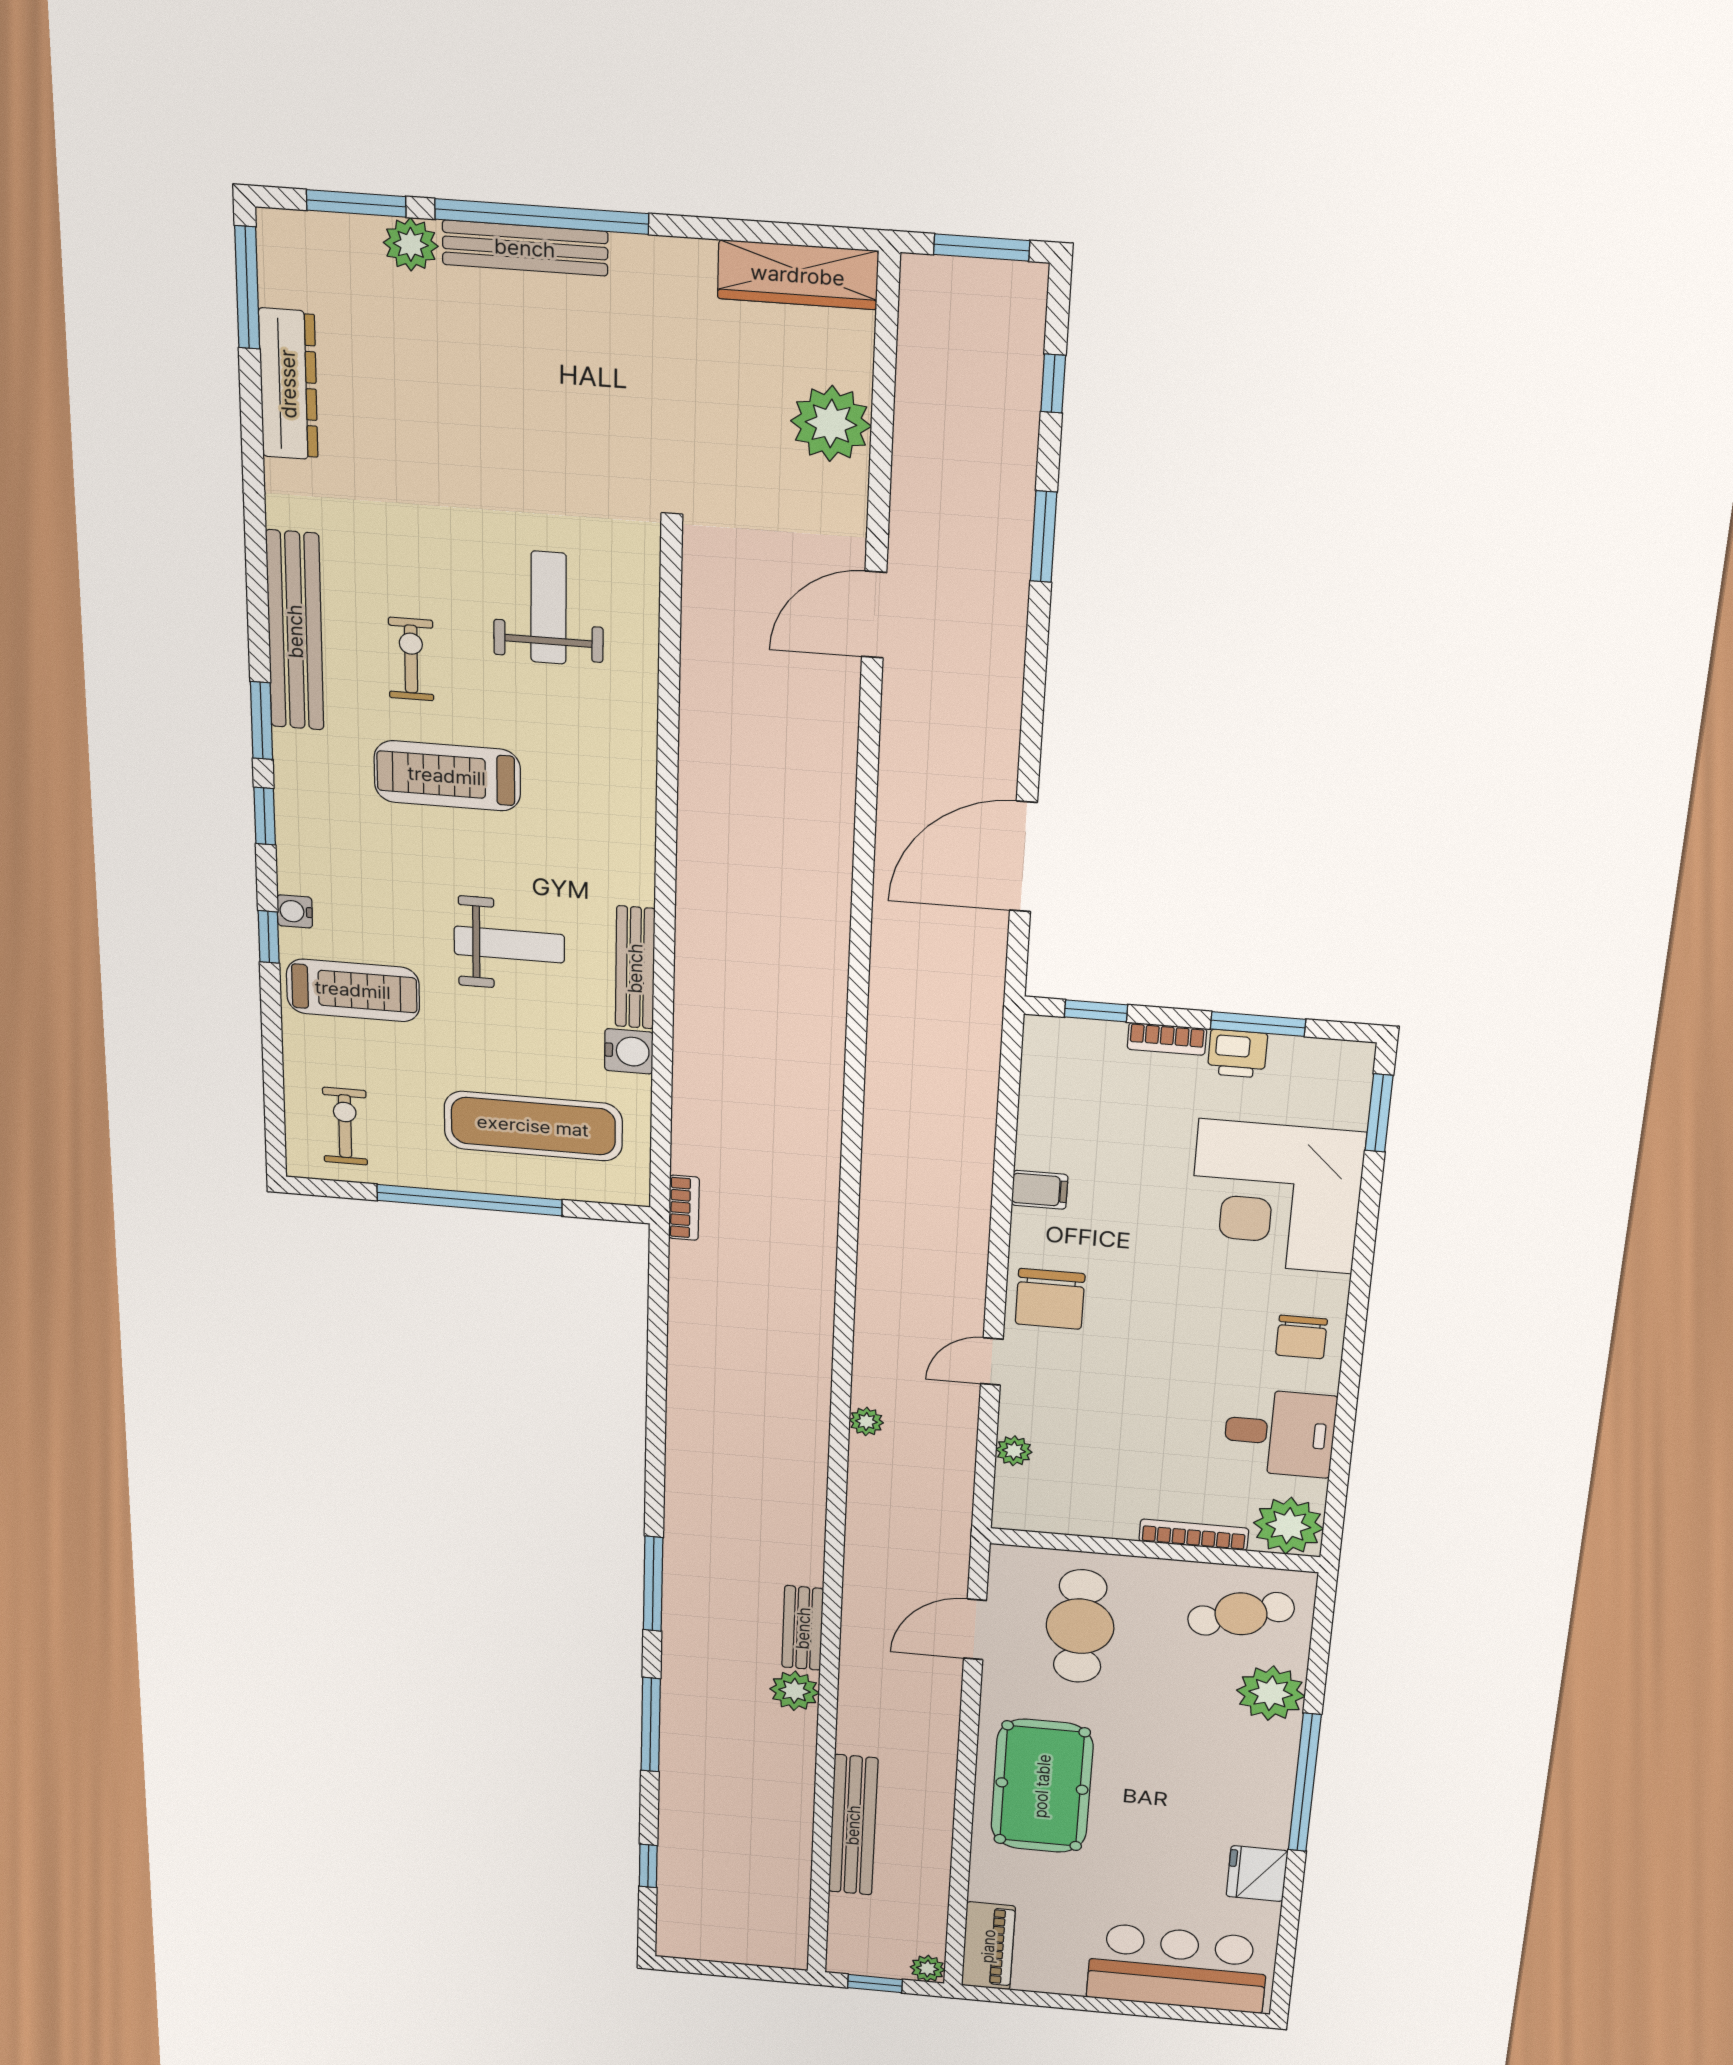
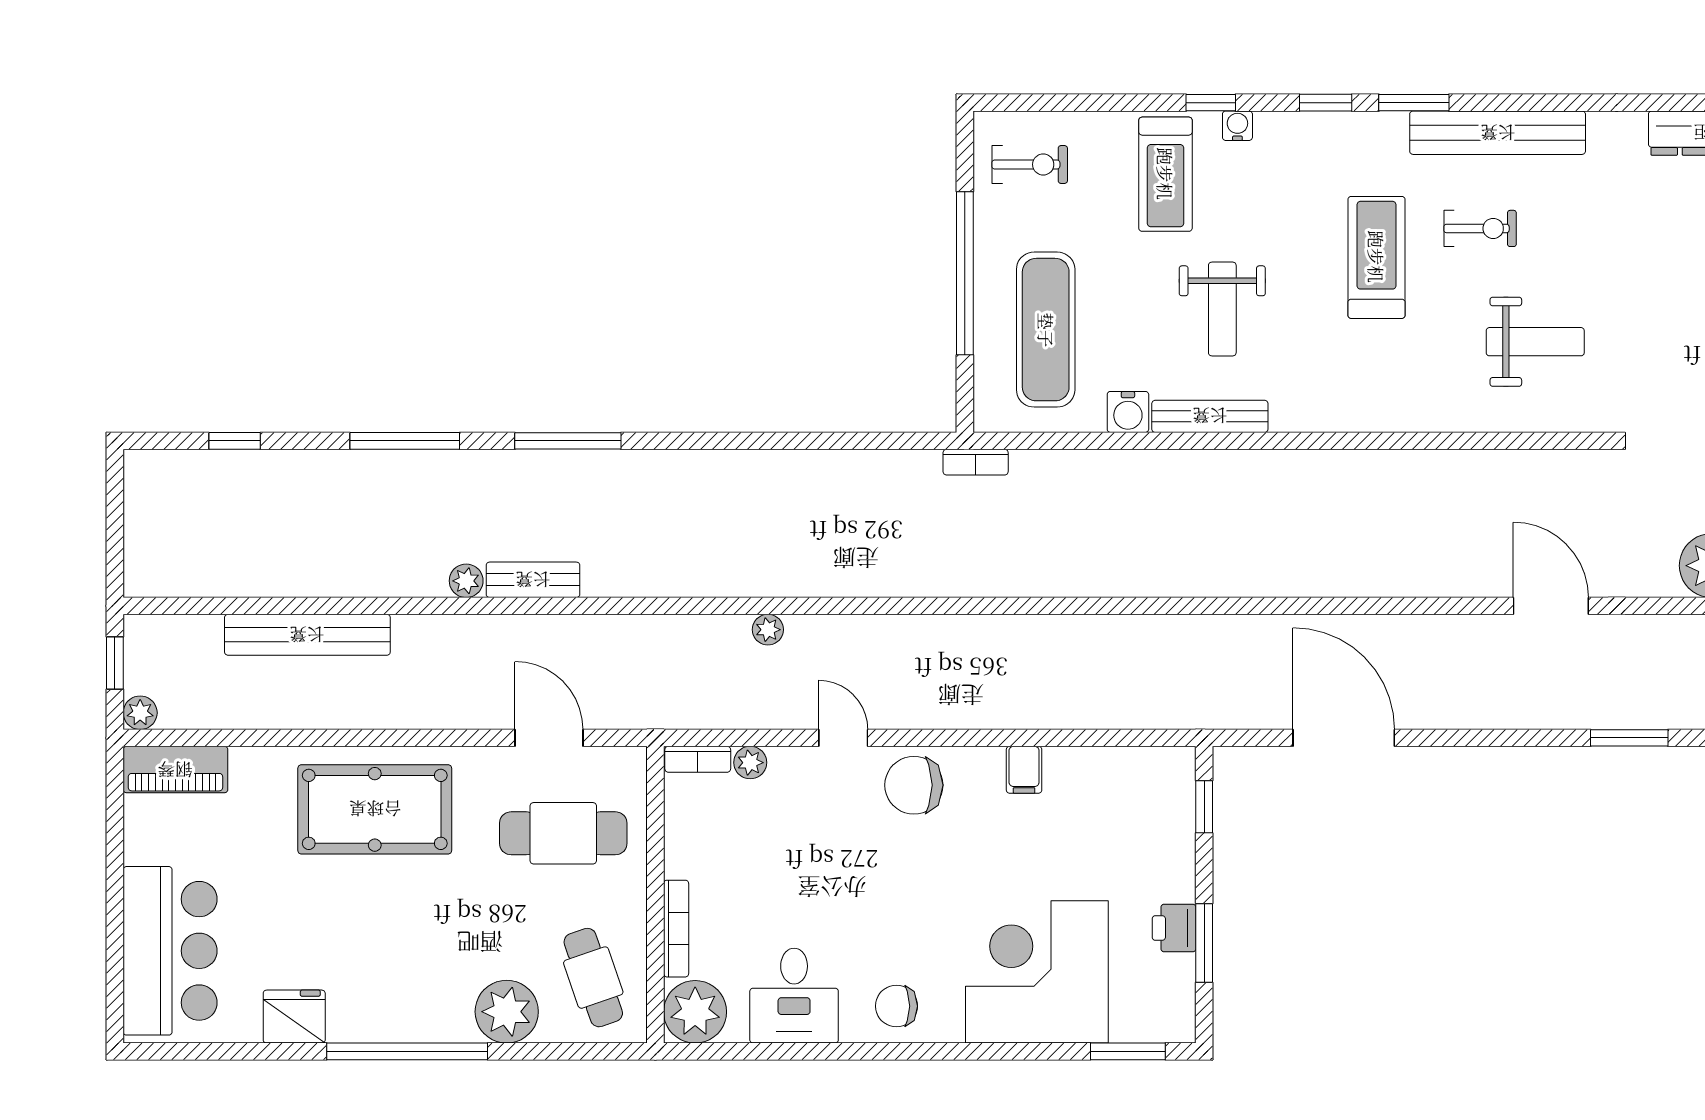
bookcase: (1167, 1039) -> (698, 759), moved, turned -90
plant: (795, 1691) -> (466, 581), width x0.73, depth x0.73

